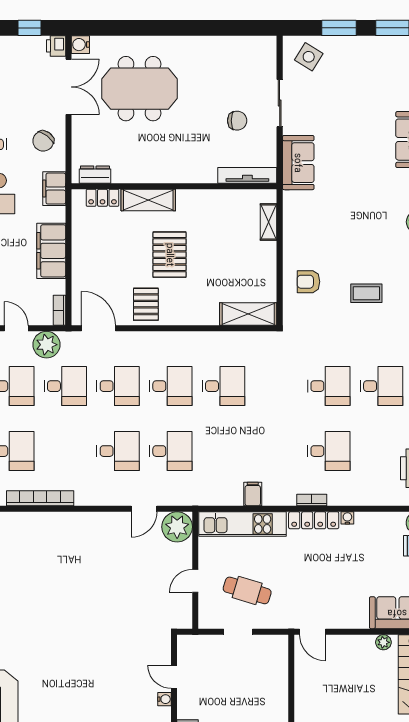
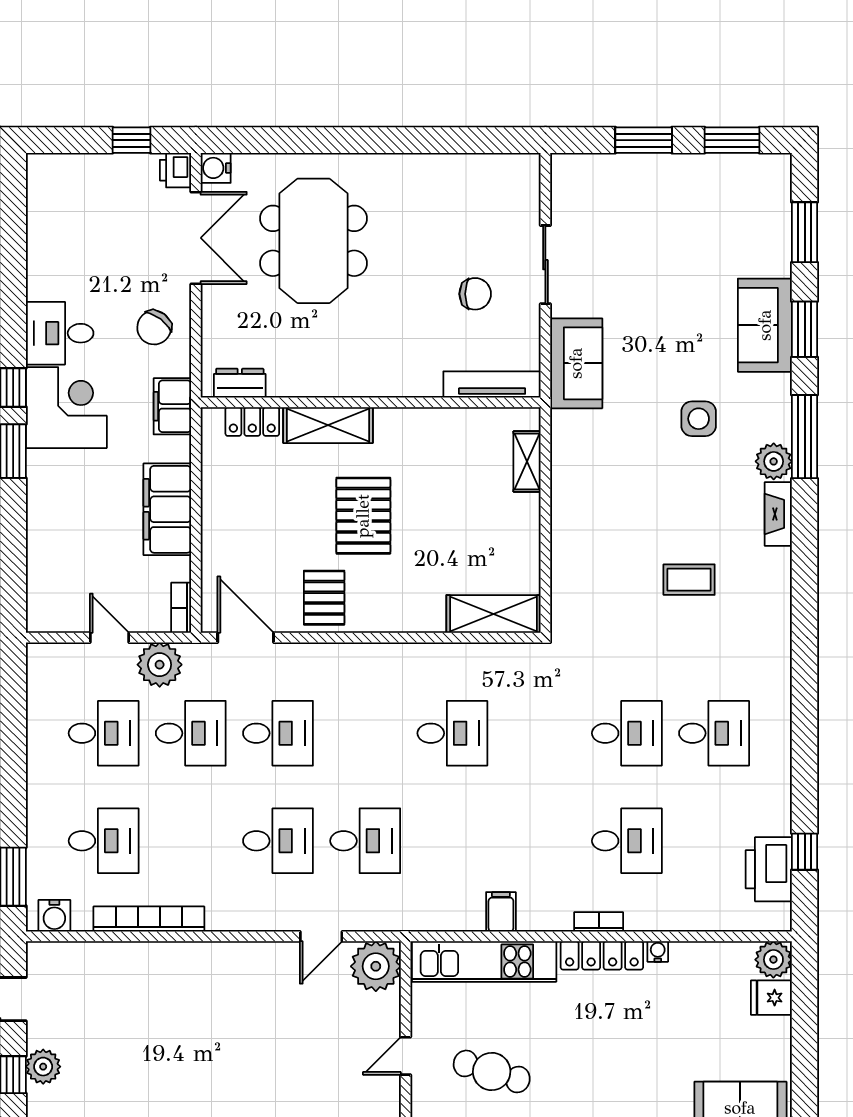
side table: (309, 57) -> (699, 419), moved, turned -32
meeting table: (139, 89) -> (313, 241), turned 90
armchair: (308, 282) -> (593, 560), removed
desk: (171, 386) -> (365, 733), removed

